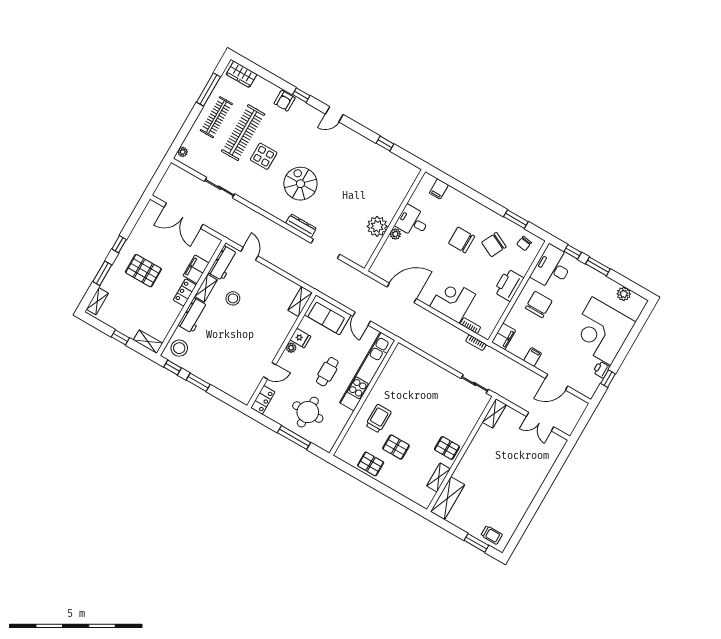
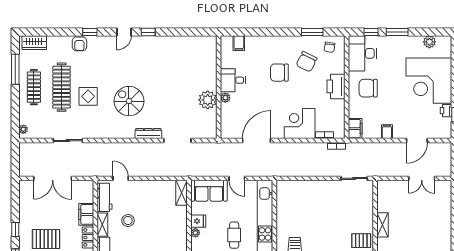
window: (385, 144) -> (148, 32), moved
chair: (539, 305) -> (368, 88), turned -90
shelving: (494, 413) -> (382, 225), moved

